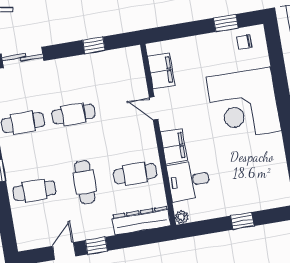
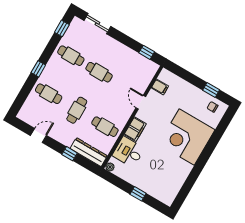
window: (94, 45) -> (147, 52), moved
filing cabinet: (161, 71) -> (160, 87), width x0.50
window: (96, 246) -> (70, 154), moved

